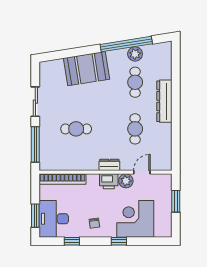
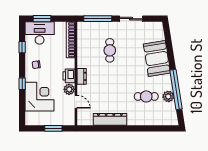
dresser: (164, 101) -> (110, 119), moved
cafe table: (135, 129) -> (110, 96), removed

